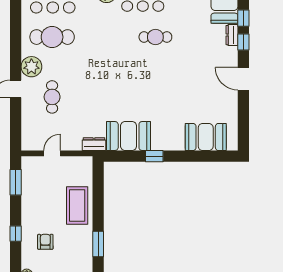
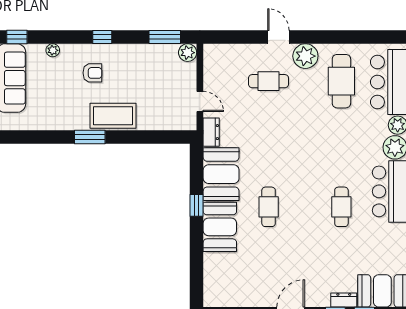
cafe table: (155, 97) -> (269, 207), added
booth: (206, 137) -> (220, 227), moved
door: (52, 153) -> (200, 102), moved
plant: (29, 164) -> (188, 53), added
coffee table: (77, 206) -> (113, 116), moved

